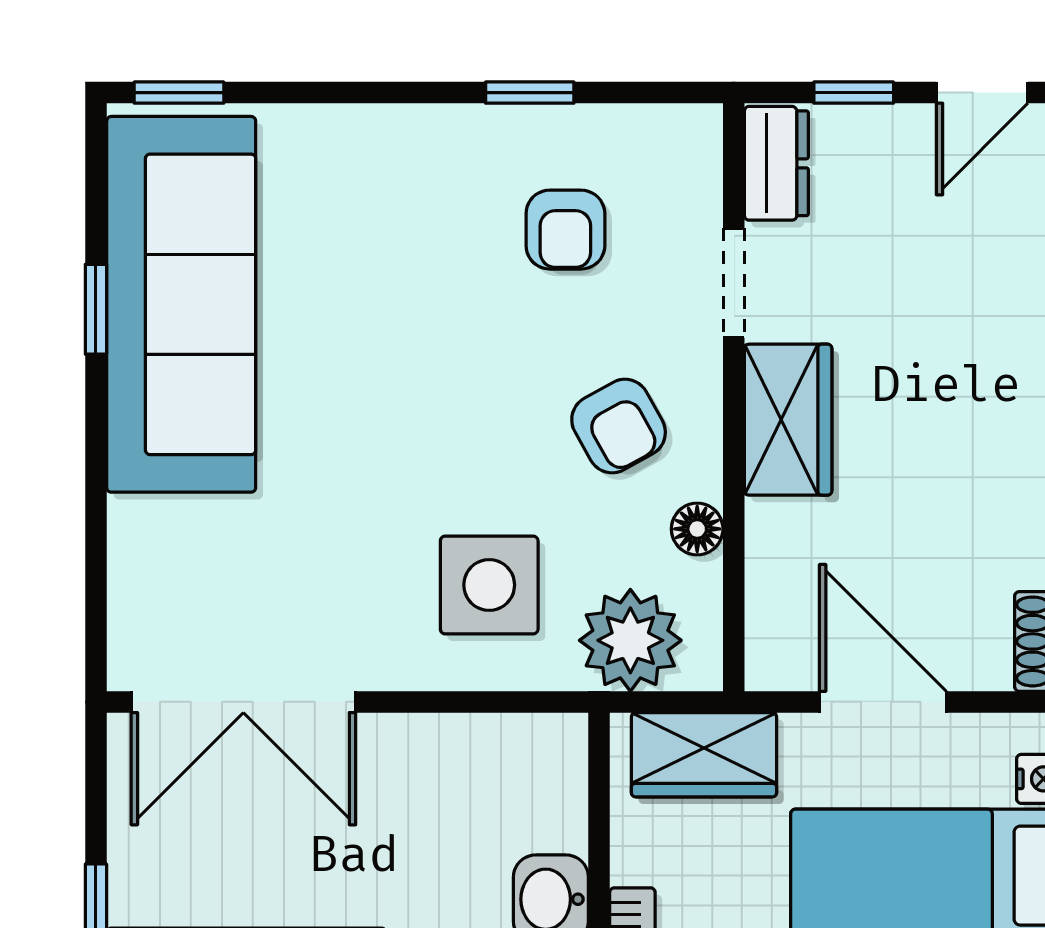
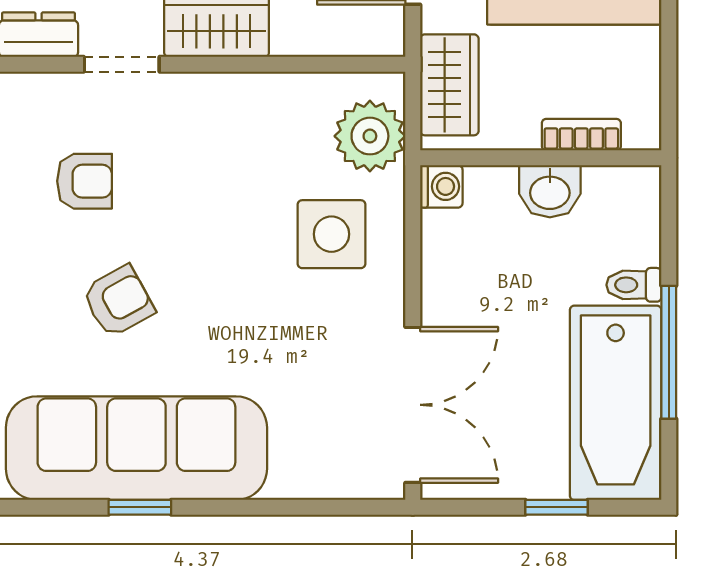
armchair: (619, 426) -> (118, 301), moved
floor lamp: (697, 529) -> (293, 90), removed
washing machine: (558, 743) -> (441, 186), added

